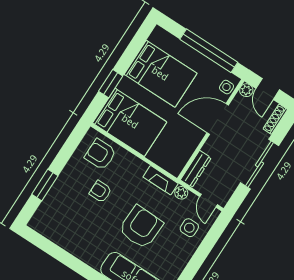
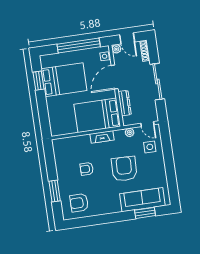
window: (111, 84) -> (39, 81), moved
bed: (130, 122) -> (97, 115), moved, turned 180
armchair: (100, 154) -> (79, 203), moved
dresser: (196, 169) -> (125, 103), moved
fireplace: (161, 180) -> (102, 137), moved

